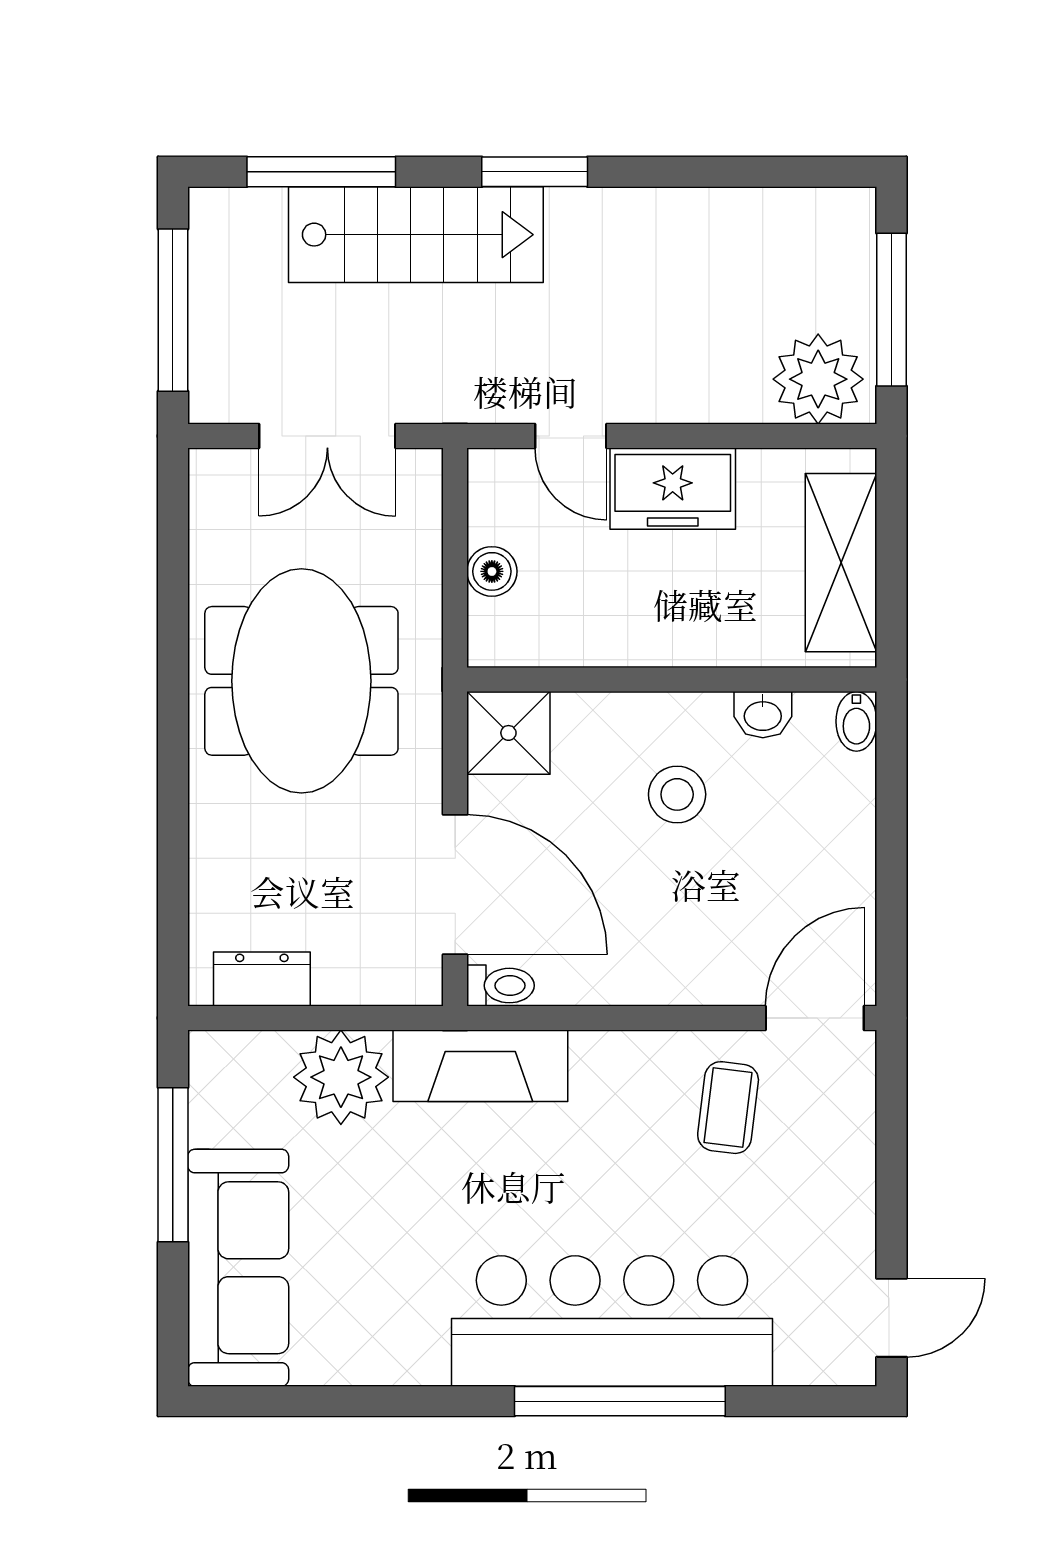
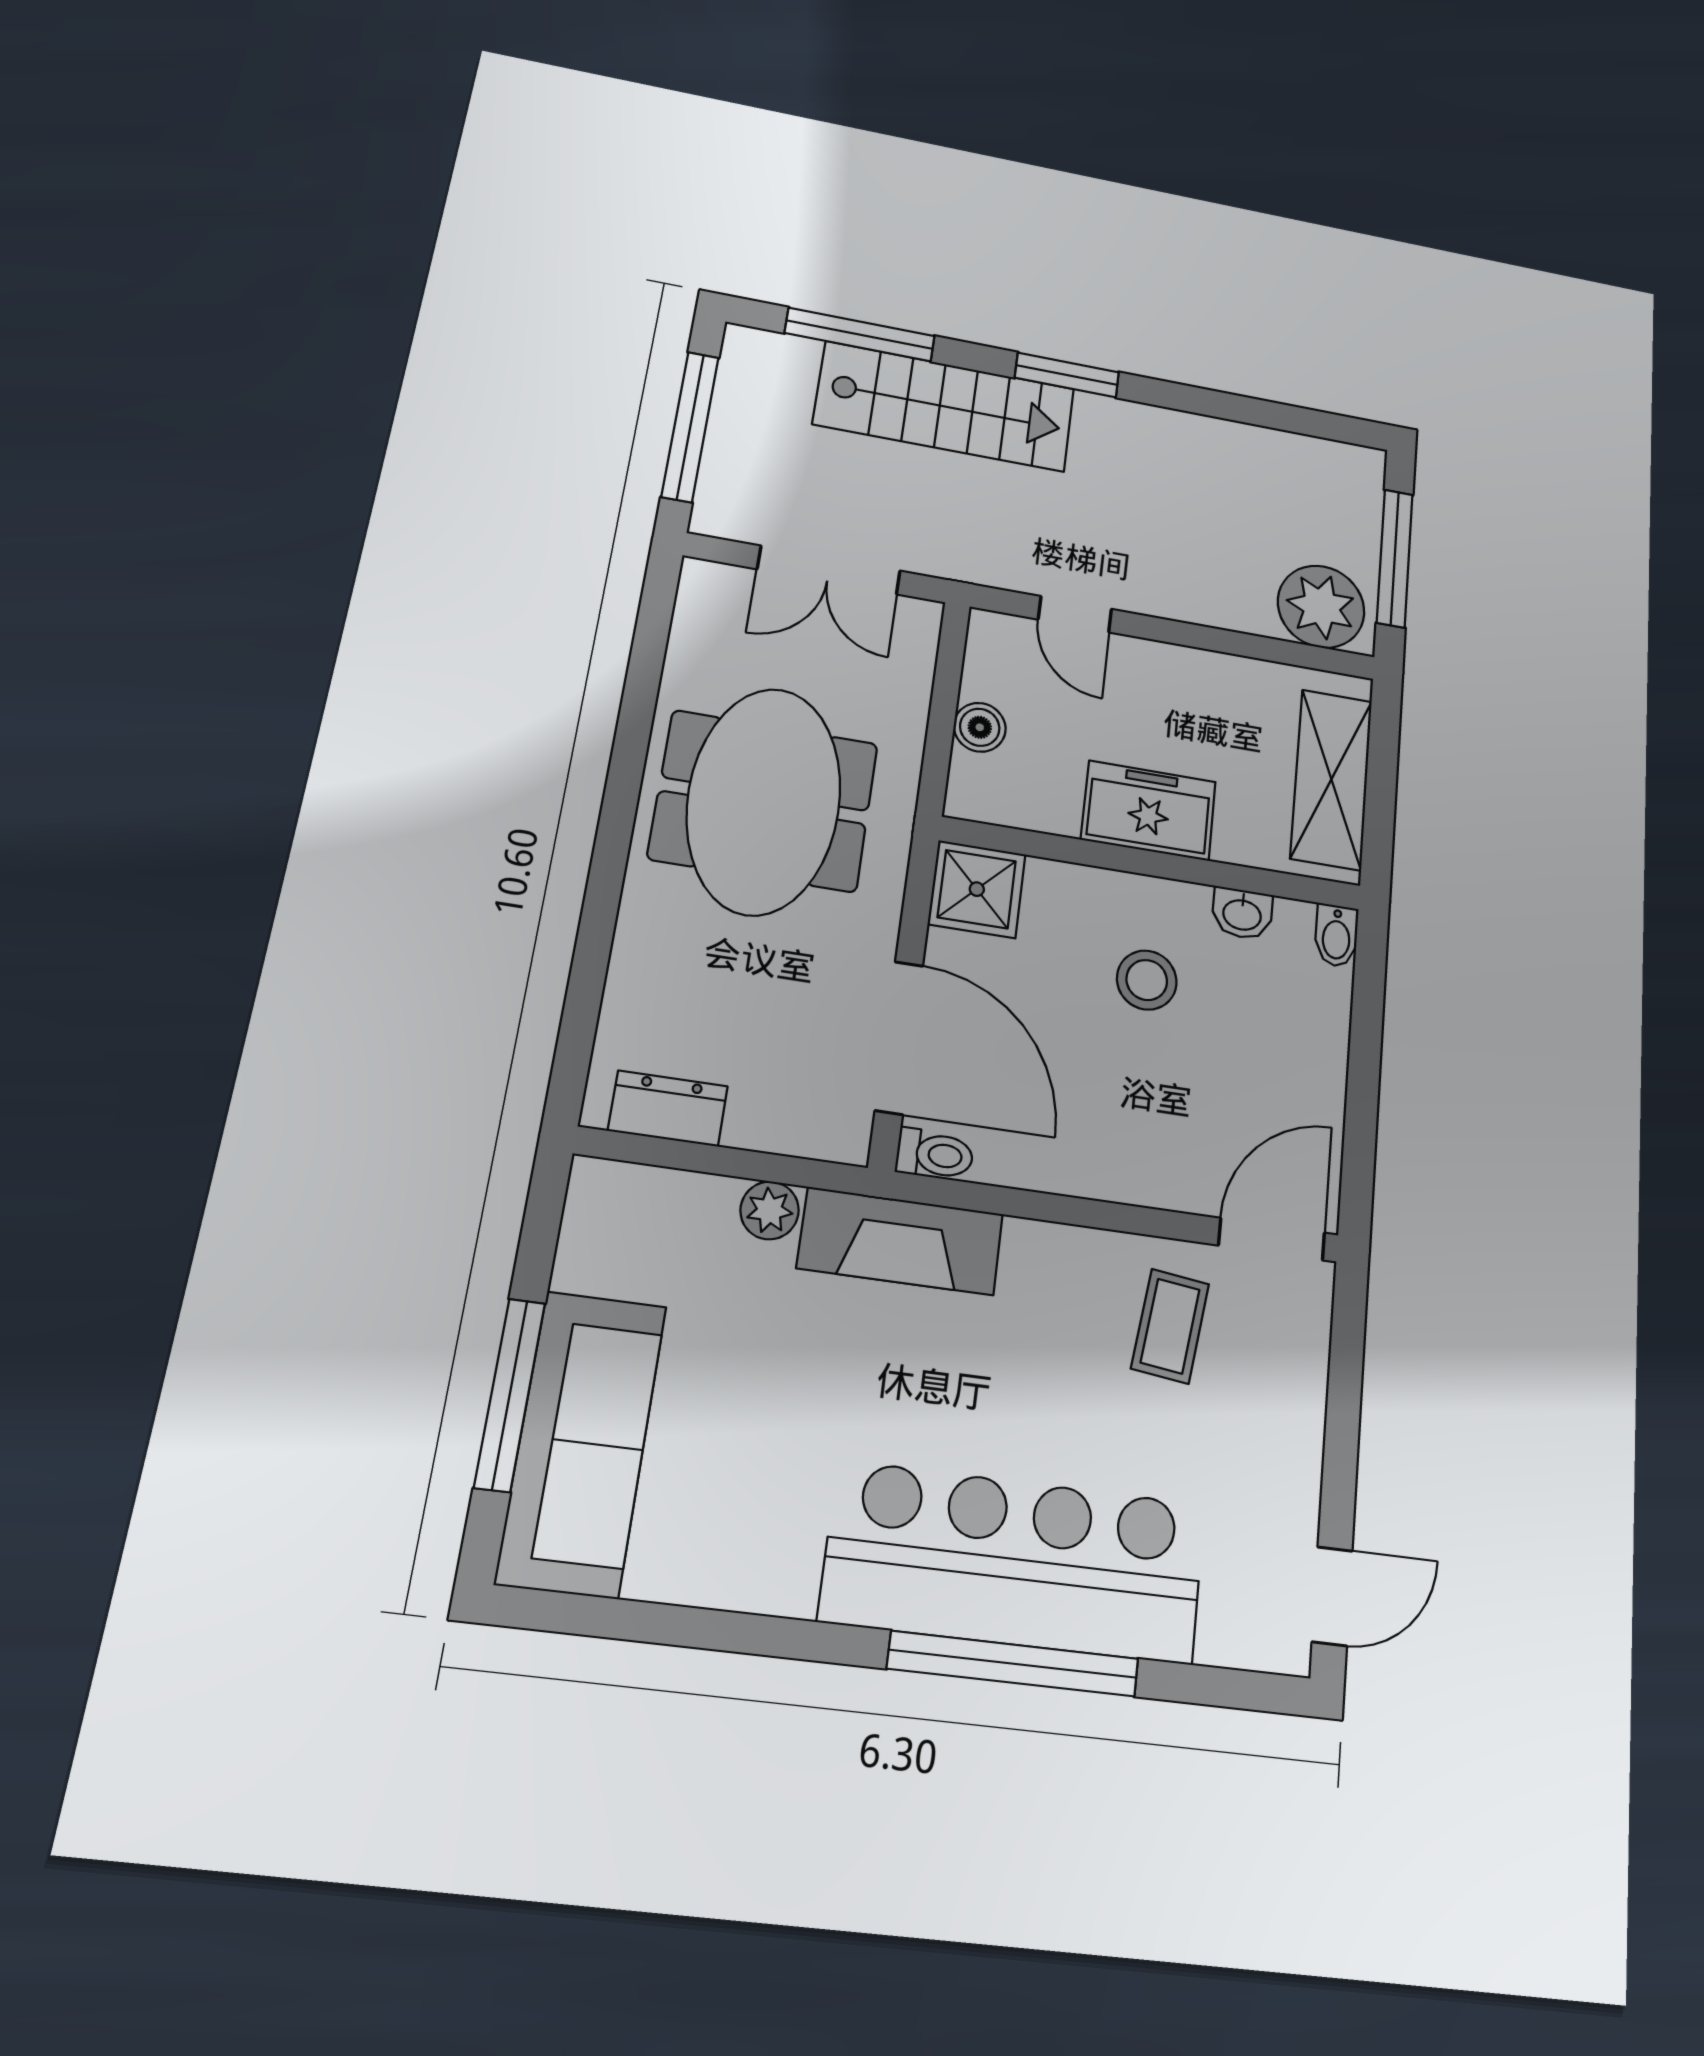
freezer: (673, 489) -> (1149, 811), moved, turned 180
plant: (341, 1077) -> (770, 1210), width x0.53, depth x0.53
window: (173, 1165) -> (510, 1394), moved

